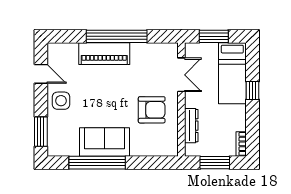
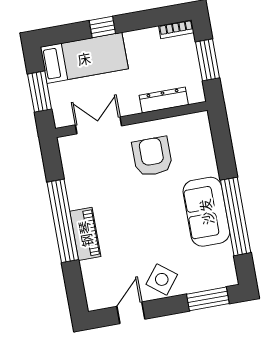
piano: (104, 54) -> (85, 234), width x0.73, depth x0.75
side table: (61, 101) -> (162, 279), turned 38

